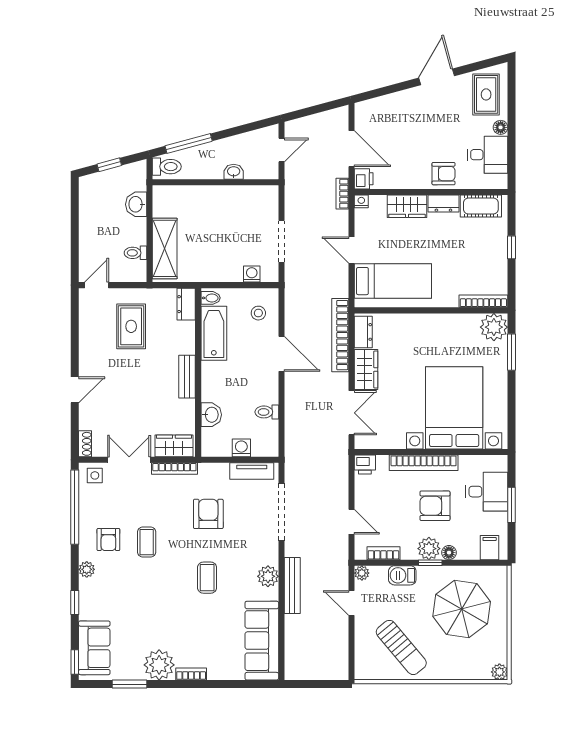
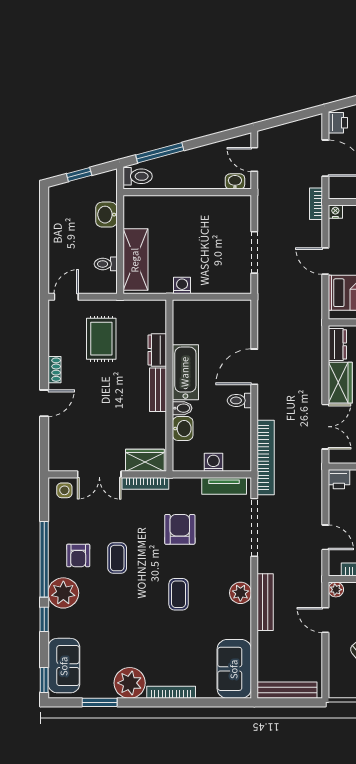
door: (282, 150) -> (254, 159), swing flipped
washbasin: (234, 172) -> (235, 181), moved
printer: (364, 179) -> (338, 123), moved
washing machine: (252, 274) -> (182, 286), moved
bidet: (211, 298) -> (182, 408), moved
dresser: (186, 304) -> (157, 350), moved
stool: (258, 313) -> (231, 325), removed
bathtub: (214, 333) -> (185, 372), moved
bookcase: (340, 335) -> (266, 457), moved, turned 180
door: (282, 354) -> (254, 367), swing flipped
toilet: (267, 412) -> (239, 400), moved
shoe rack: (85, 444) -> (54, 370), moved
double door: (129, 460) -> (99, 474), swing flipped
window: (75, 507) -> (44, 559), moved
plant: (87, 569) -> (63, 593), width x1.87, depth x1.87
sofa: (262, 641) -> (234, 669), width x0.73
bench: (314, 672) -> (287, 690), added
bookcase: (191, 674) -> (171, 692), width x1.56

